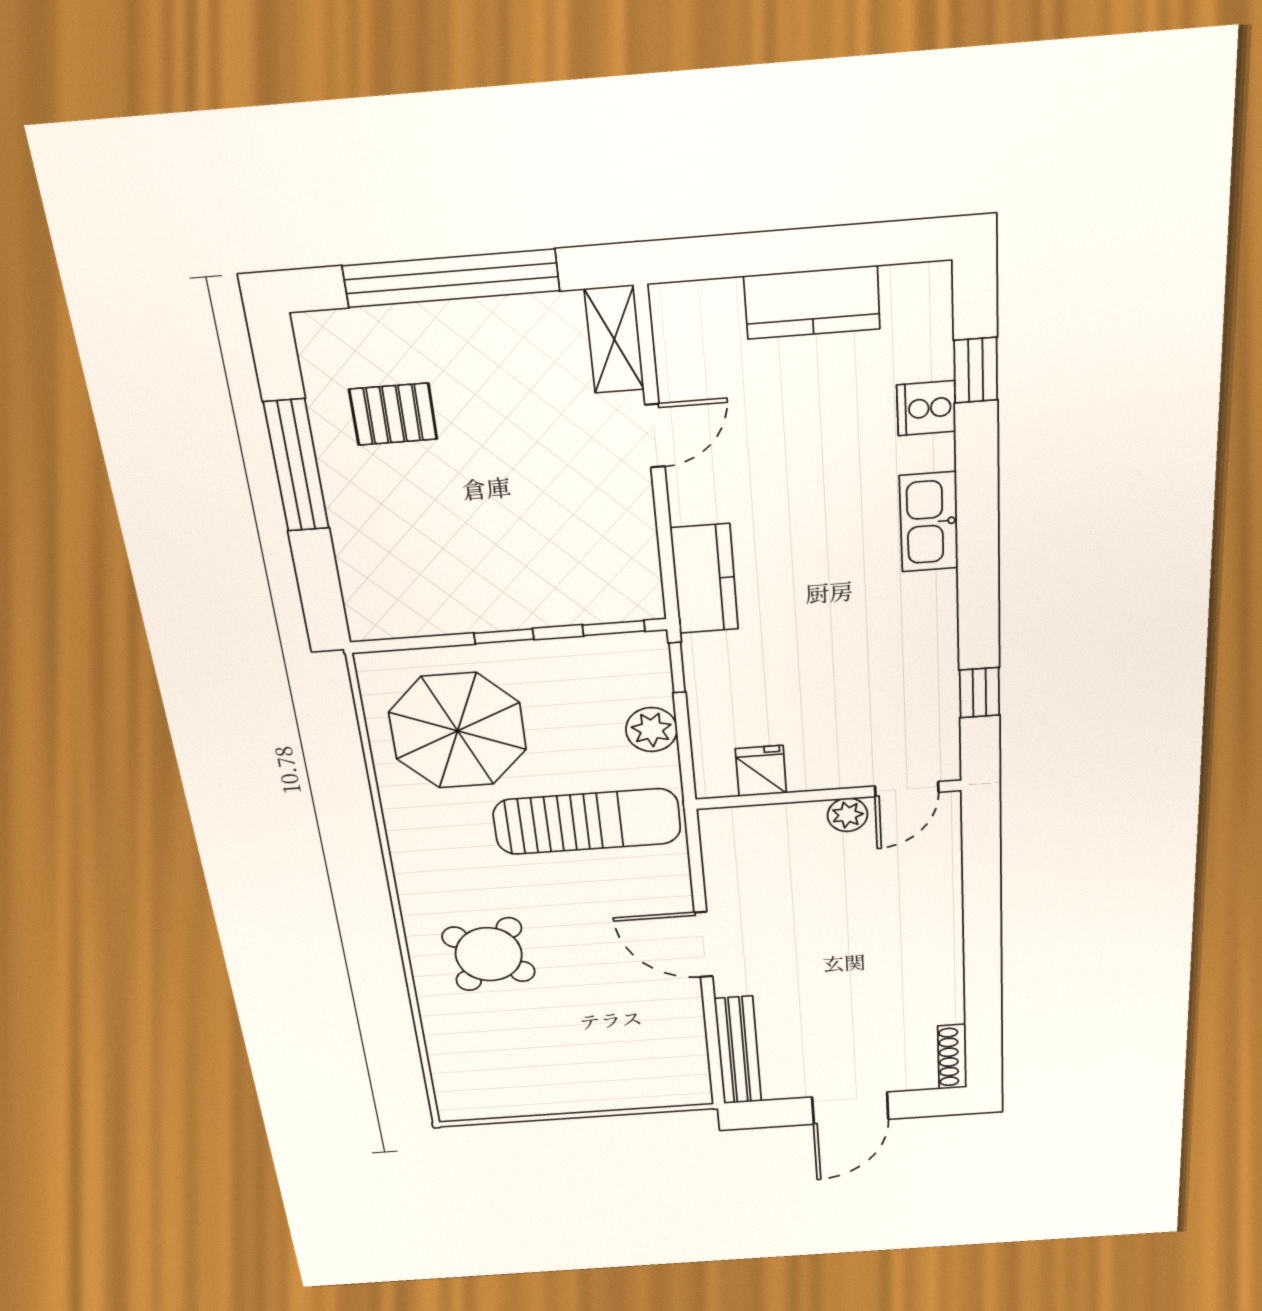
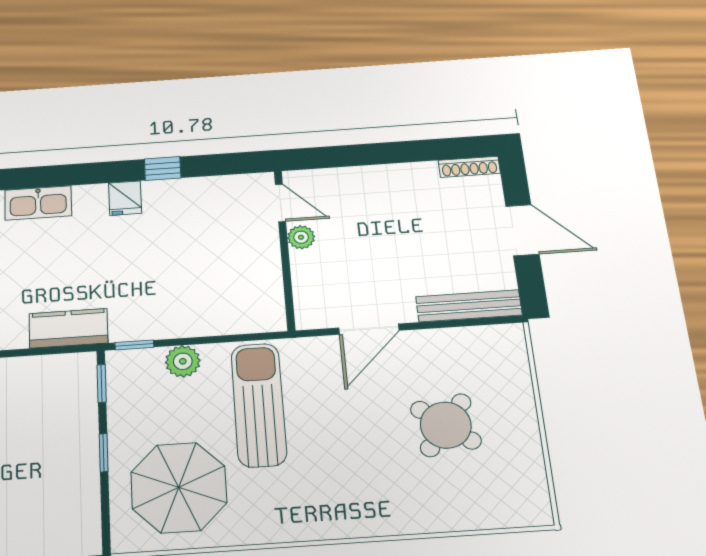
fridge: (761, 771) -> (125, 198), moved, turned -90
door: (907, 789) -> (281, 203), moved
wall: (828, 795) -> (284, 249), moved
plant: (848, 815) -> (301, 237), moved
round table: (489, 954) -> (446, 425), moved

